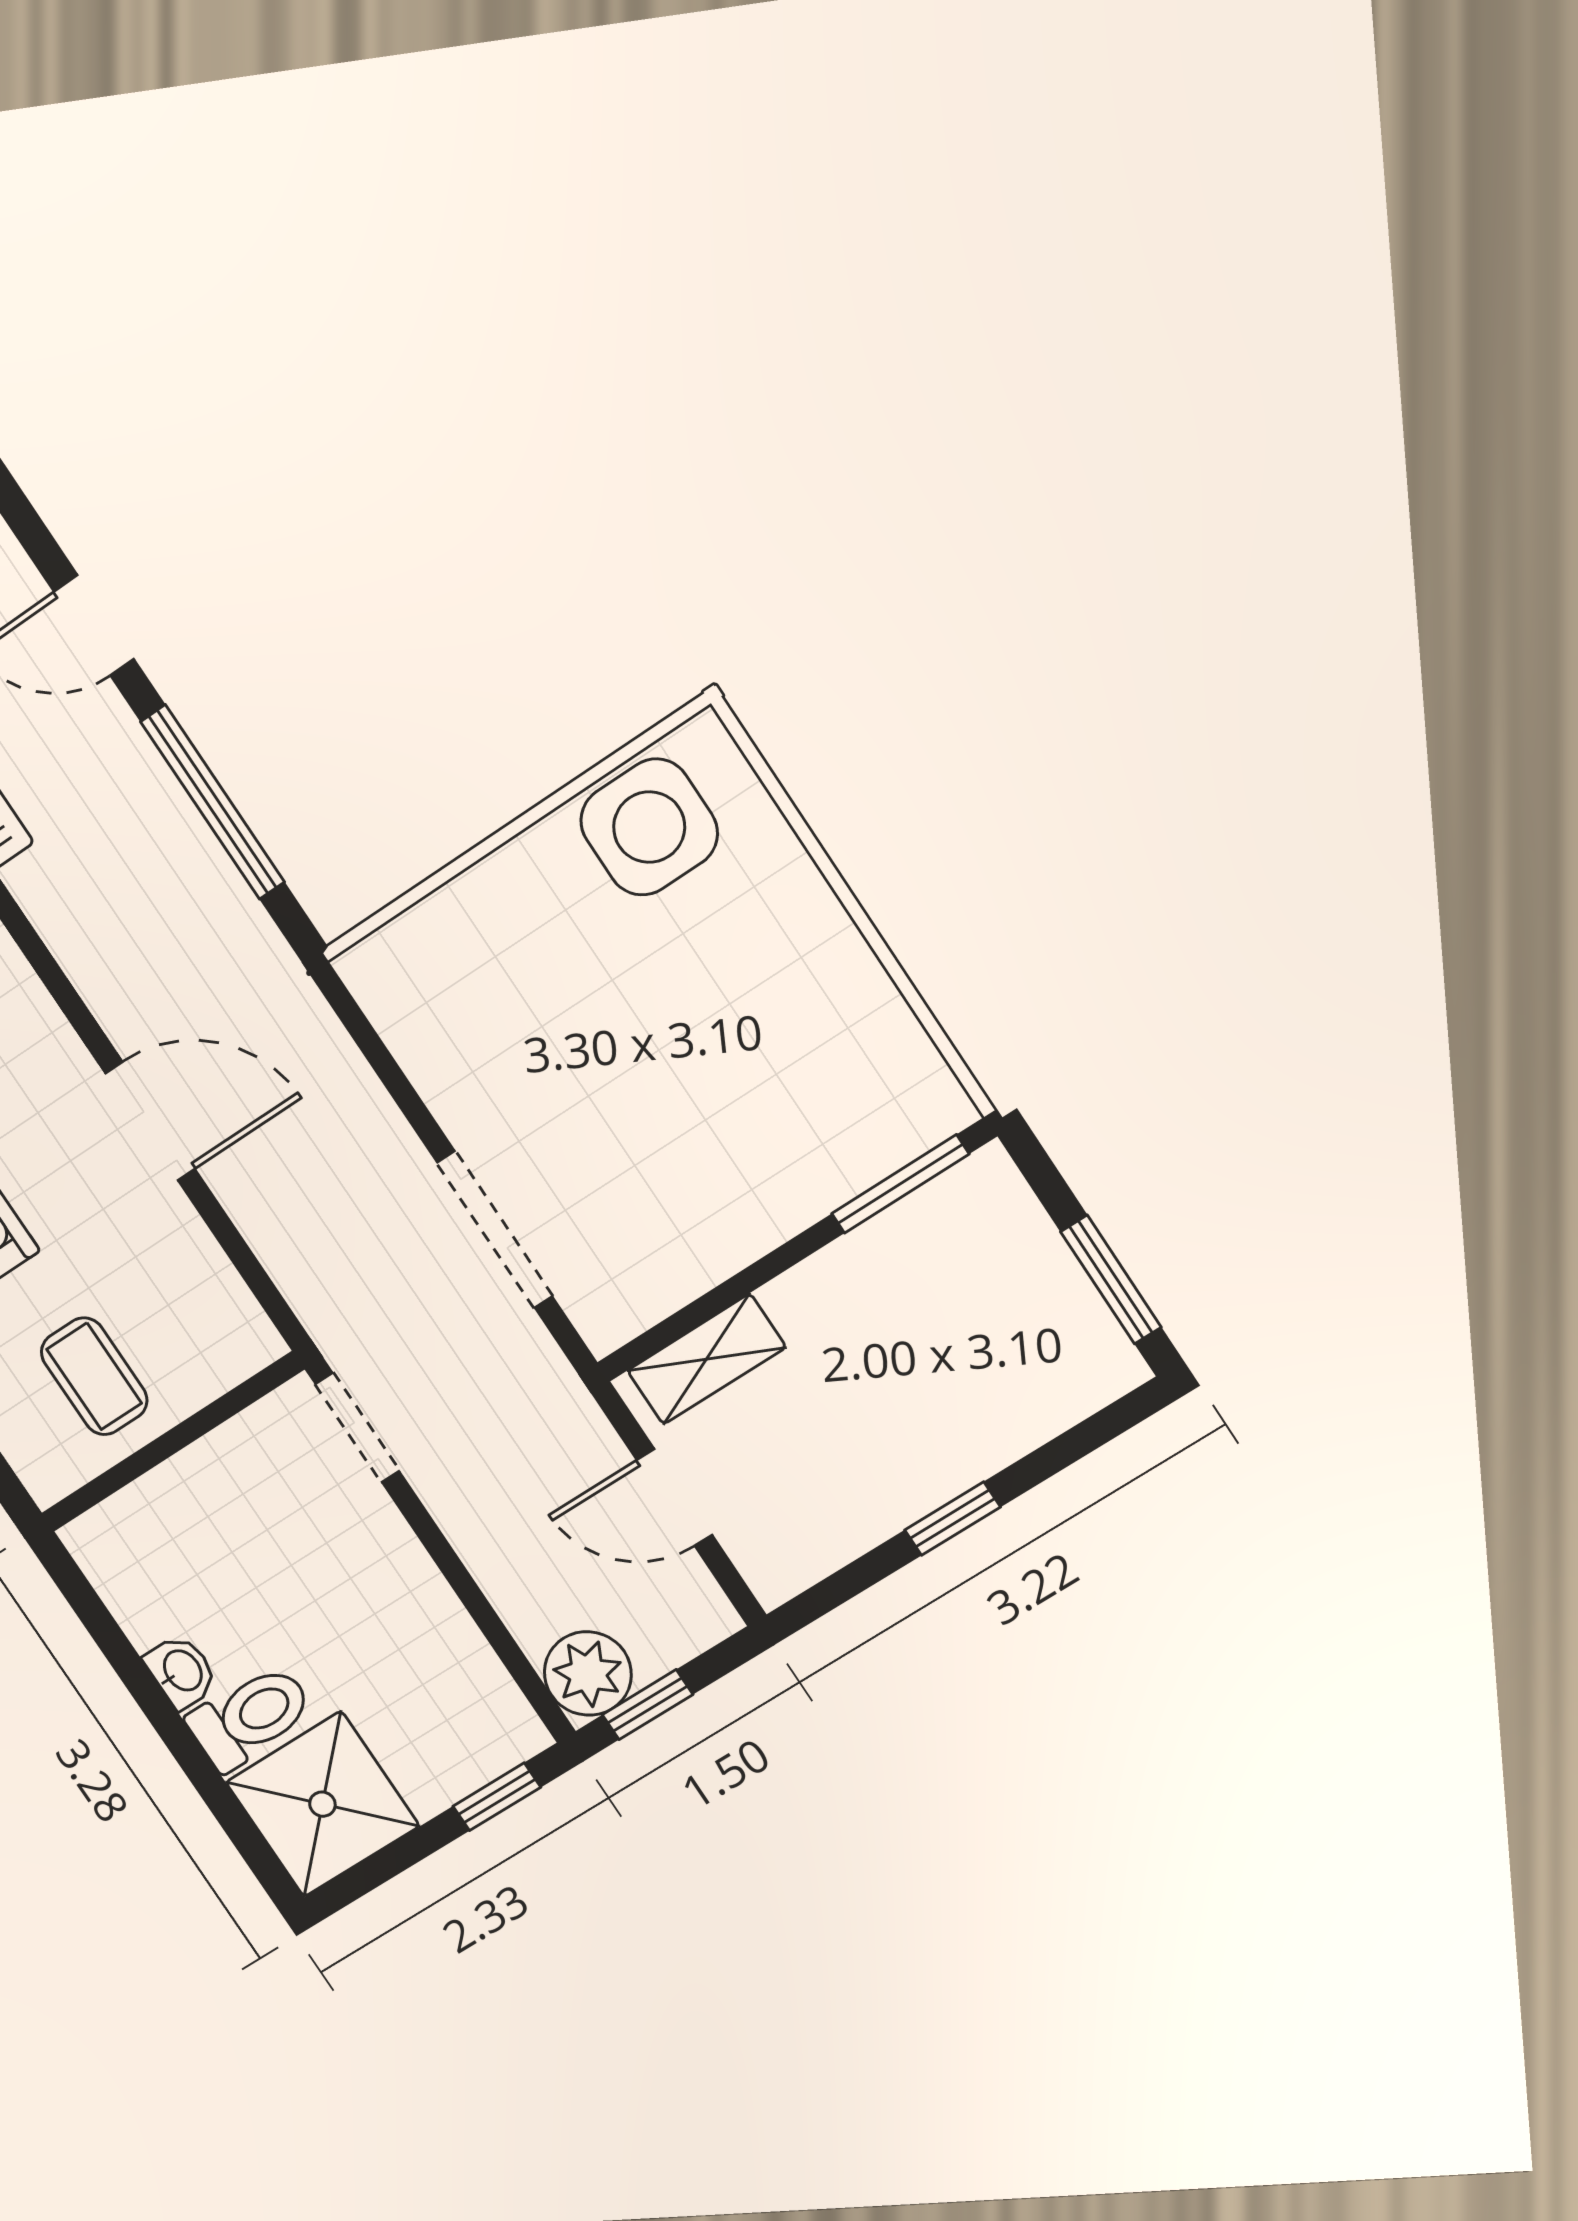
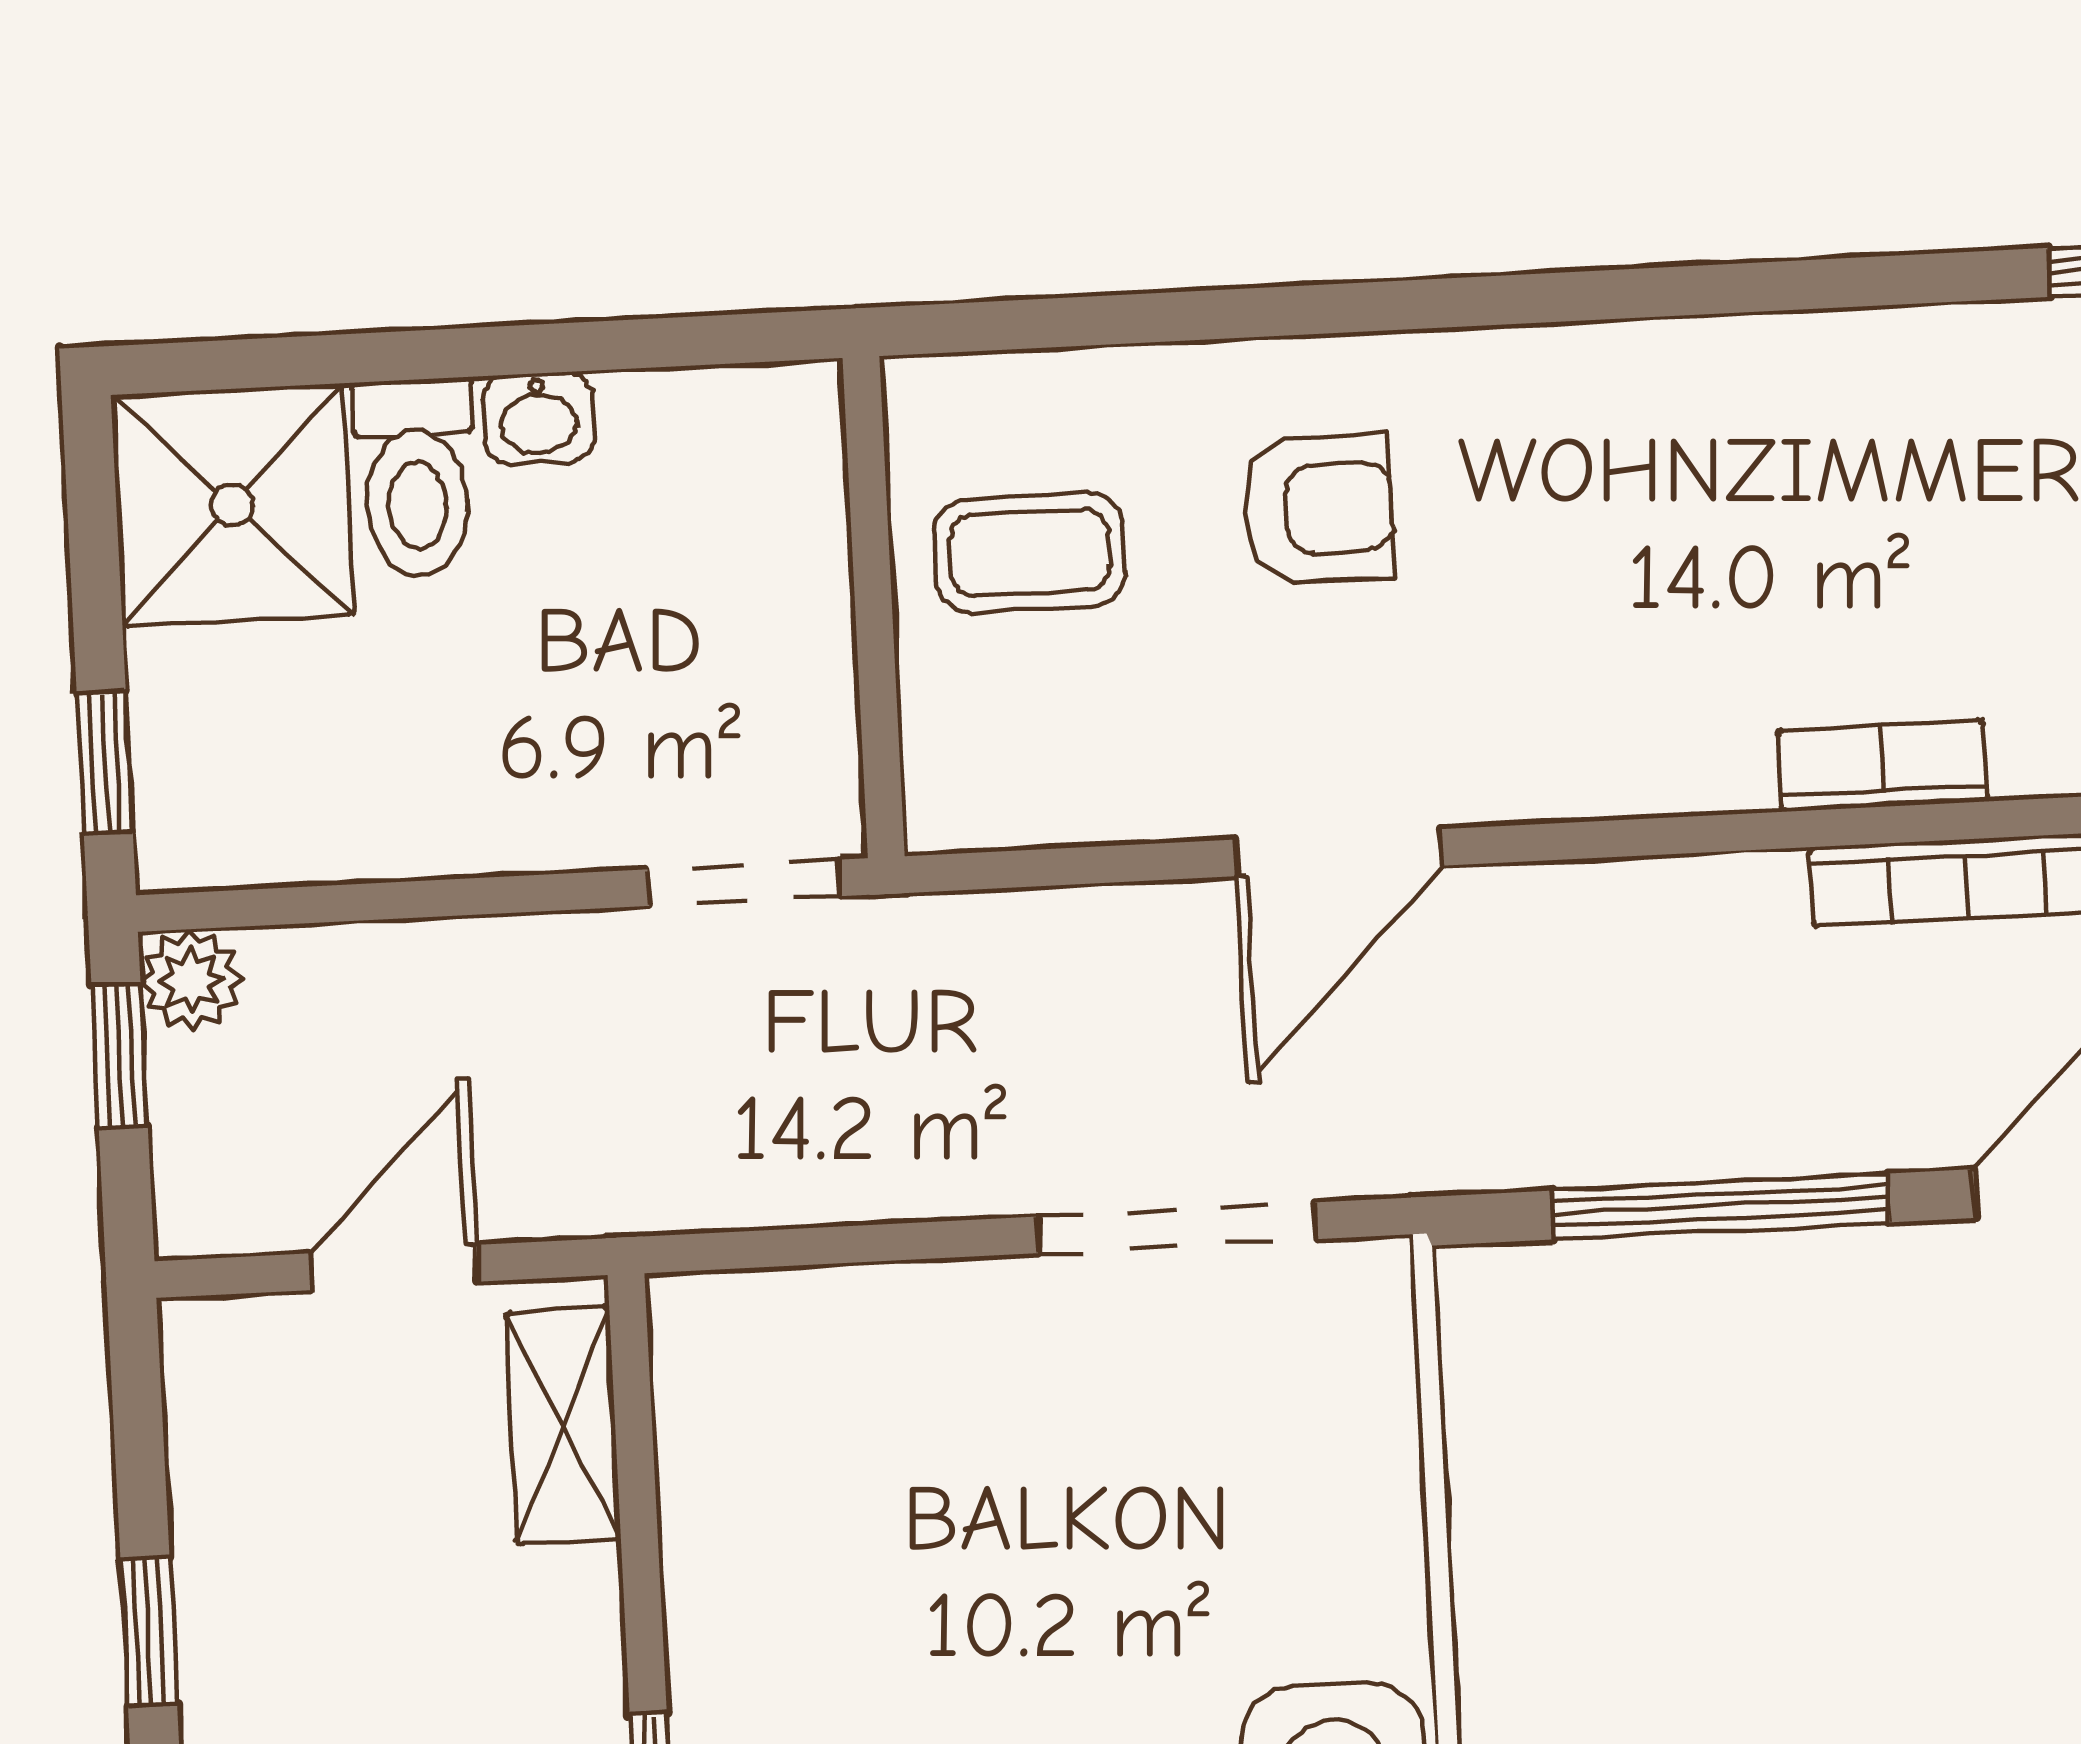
doorway: (495, 1230) -> (1177, 1228), moved
plant: (588, 1673) -> (191, 980), width x0.73, depth x0.73

